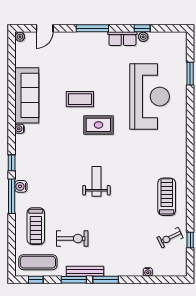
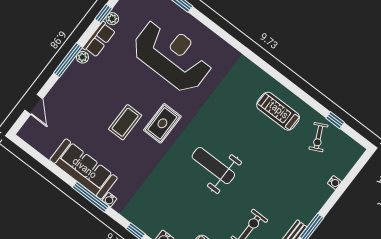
plant: (20, 37) -> (82, 57), moved
window: (12, 115) -> (91, 197), added
weight bench: (96, 181) -> (213, 166), width x1.36, depth x1.33

